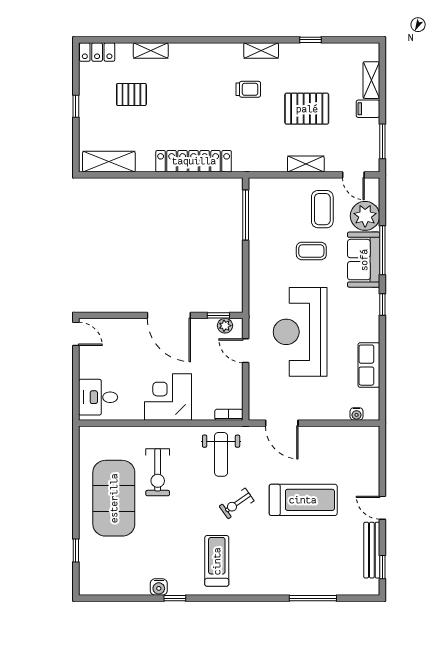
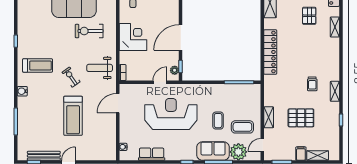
pallet: (307, 109) -> (301, 118), turned 90
water cooler: (159, 587) -> (22, 91), moved

